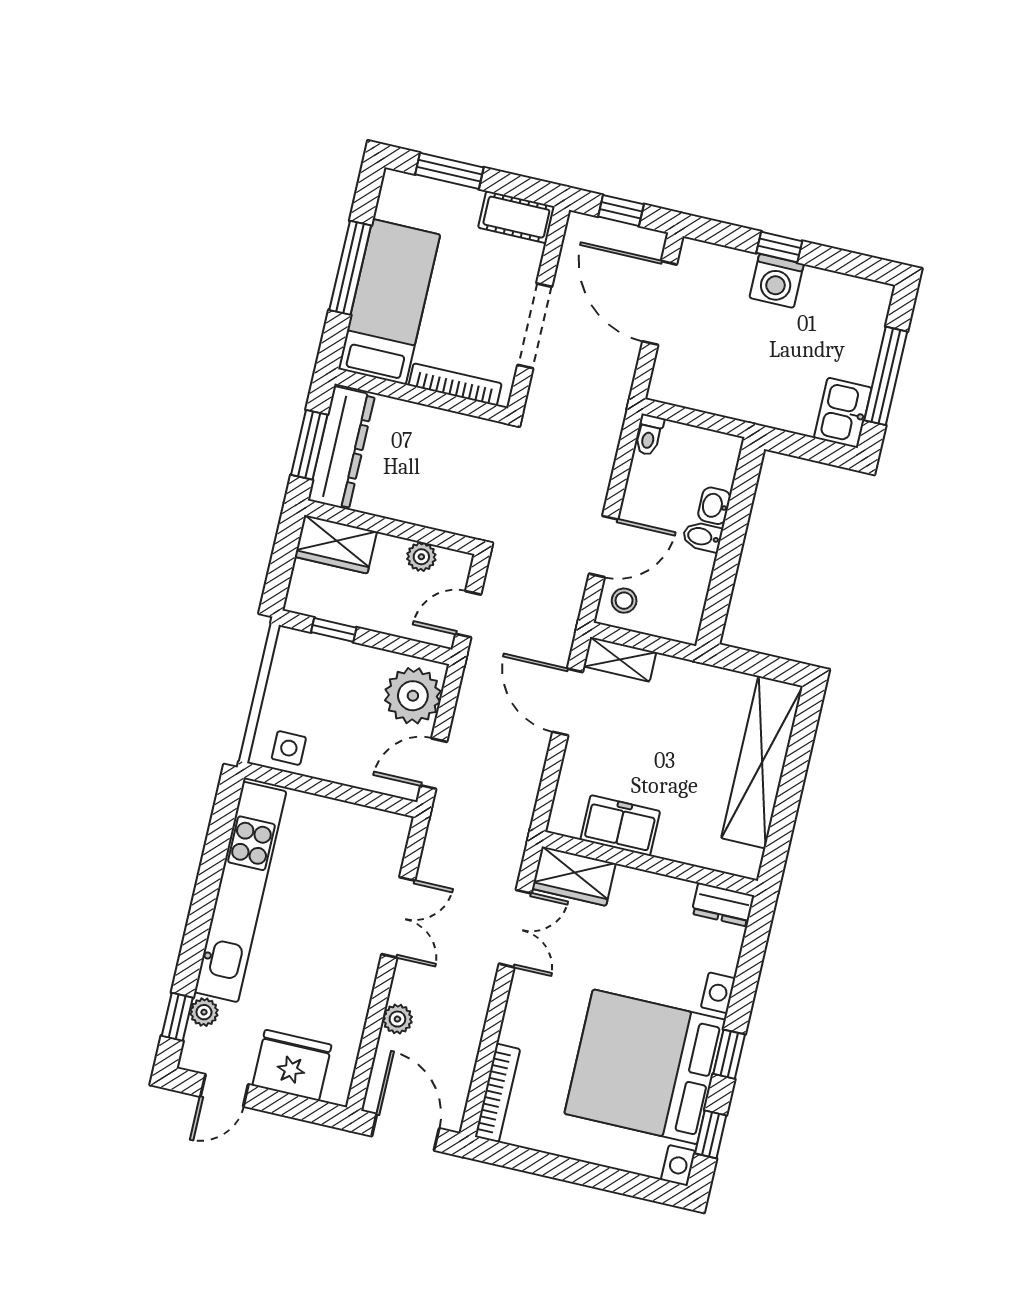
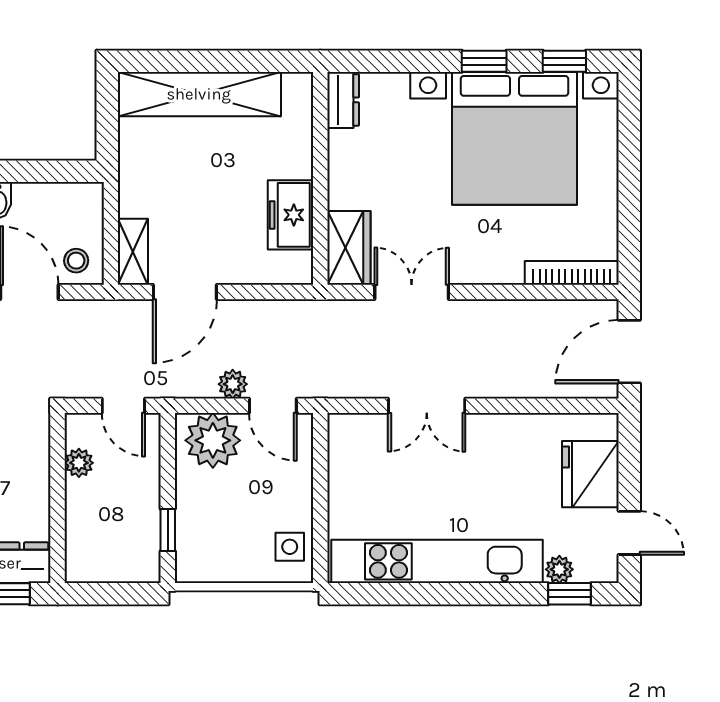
wardrobe: (336, 544) -> (86, 547), removed
double door: (398, 917) -> (427, 406), swing flipped
plant: (397, 1019) -> (233, 384), moved

